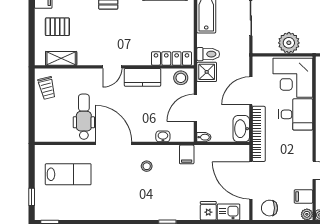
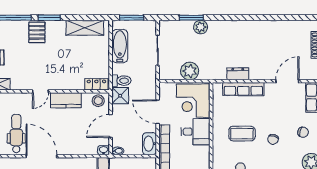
locker: (171, 58) -> (96, 84), width x0.66
door: (251, 91) -> (158, 112), hinge flipped
washbasin: (163, 136) -> (104, 150), moved

